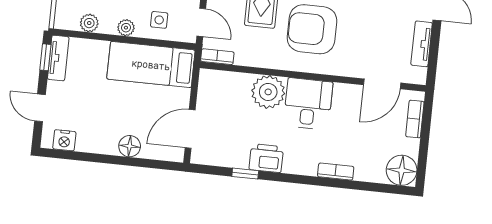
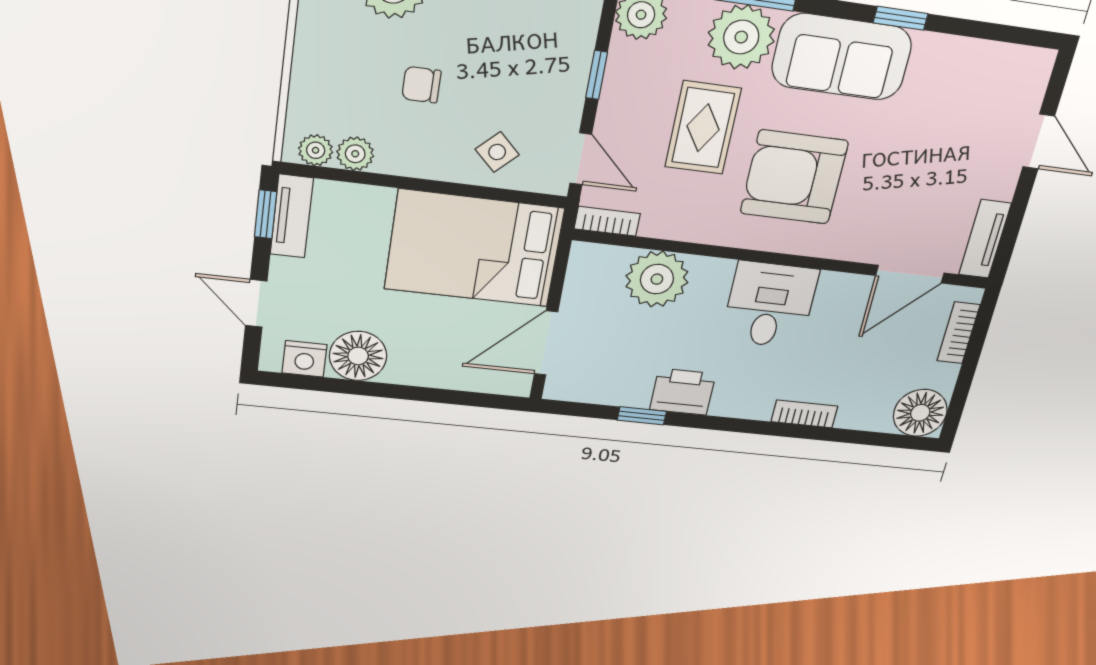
side table: (159, 20) -> (497, 152), turned 45
plant: (126, 28) -> (316, 150), moved
tv unit: (422, 44) -> (985, 239), moved
bed: (151, 65) -> (474, 249), width x1.50
plant: (268, 92) -> (657, 279), moved
floor lamp: (130, 146) -> (358, 356), moved, width x1.38, depth x1.38

